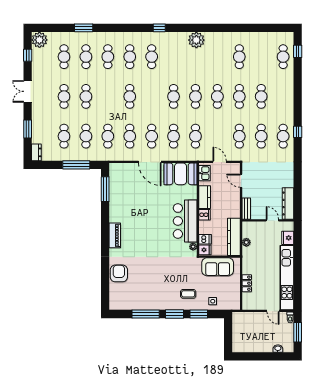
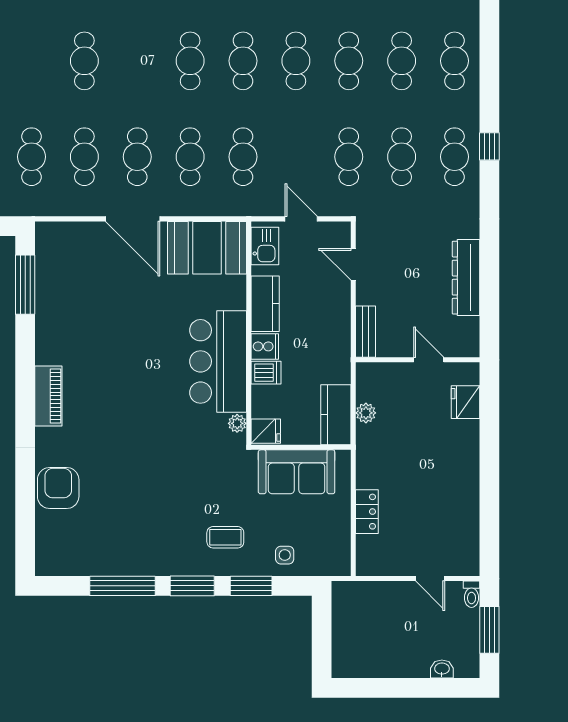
cafe table: (283, 96) -> (455, 61), added
dresser: (288, 204) -> (466, 278), moved
kitchen counter: (234, 237) -> (336, 415), width x0.67
dishwasher: (205, 239) -> (266, 373), moved
kitchen unit: (287, 278) -> (464, 498), removed

